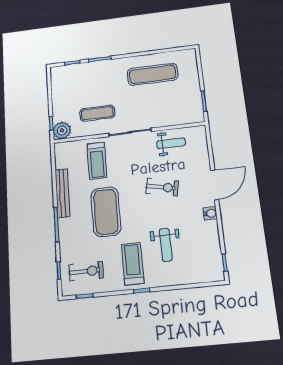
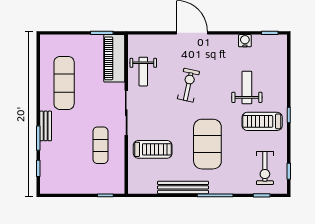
bench: (111, 64) -> (46, 126), added
piano: (181, 115) -> (114, 58), added
plant: (62, 130) -> (115, 184), removed
weight bench: (171, 143) -> (143, 72), turned 180
exercise mat: (106, 212) -> (207, 144), turned 90
water cooler: (210, 213) -> (245, 41), moved
weight bench: (166, 245) -> (247, 88), turned -90
exercise bike: (86, 271) -> (265, 168), turned 180

